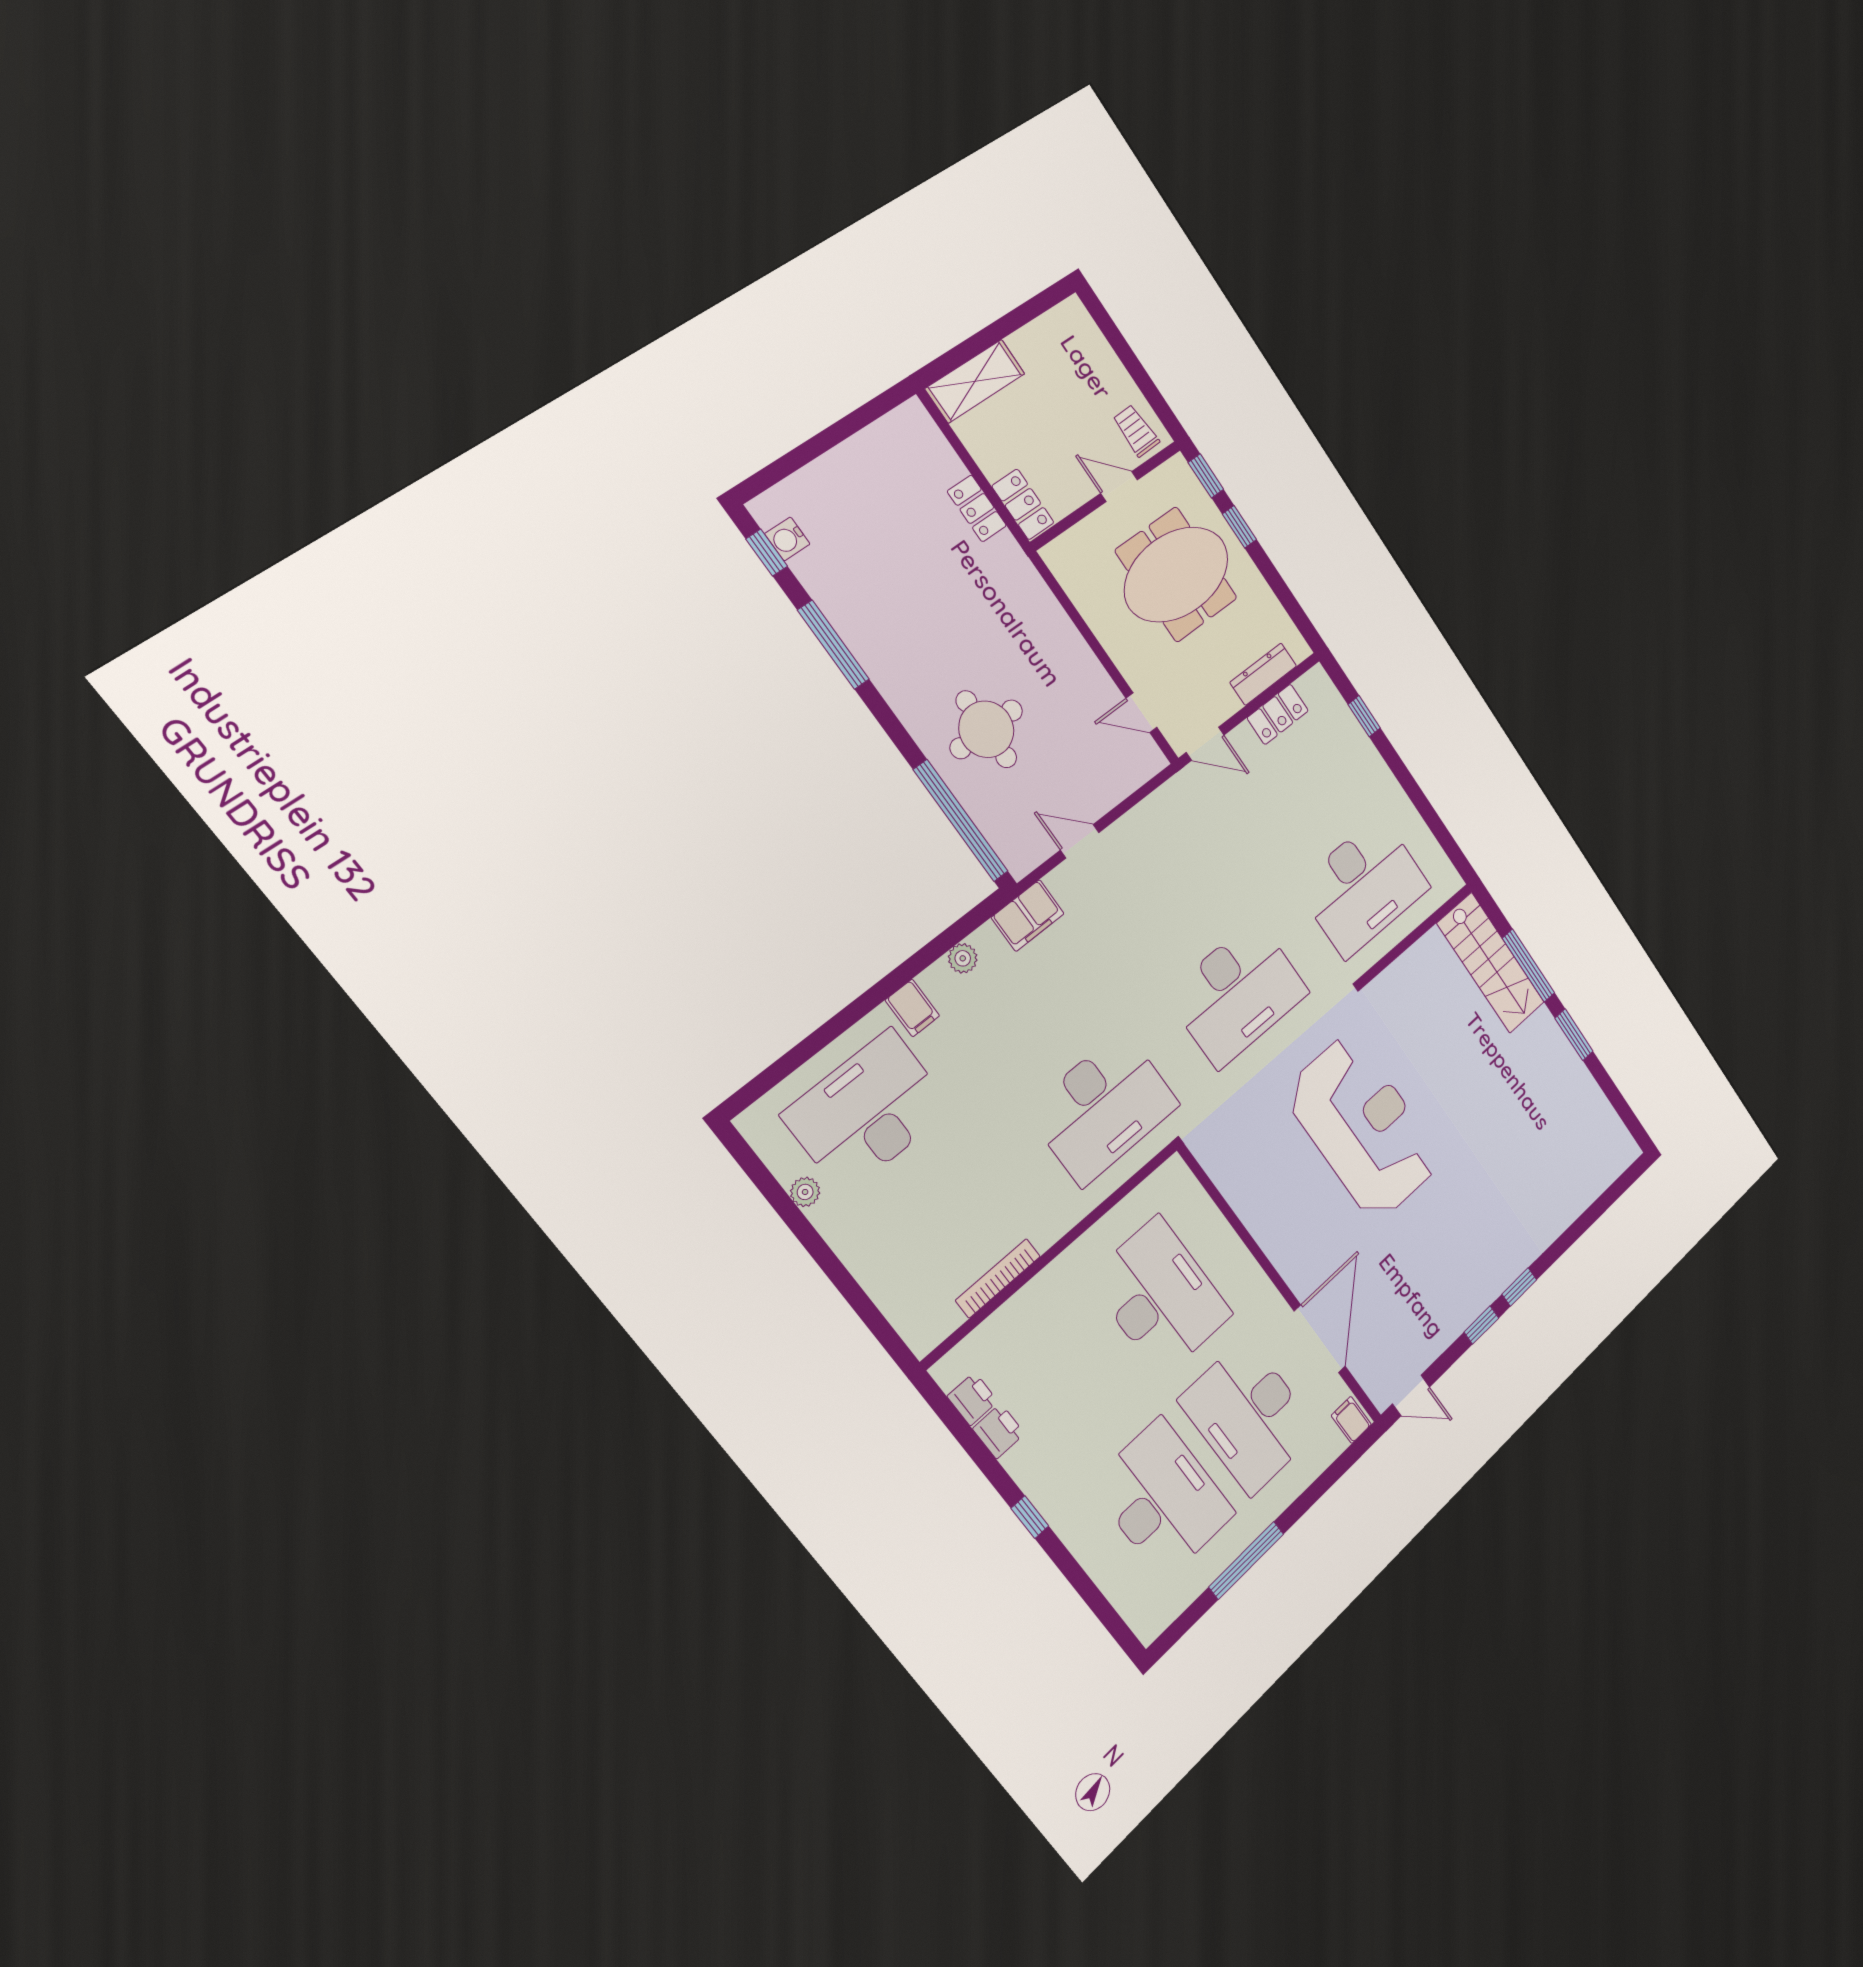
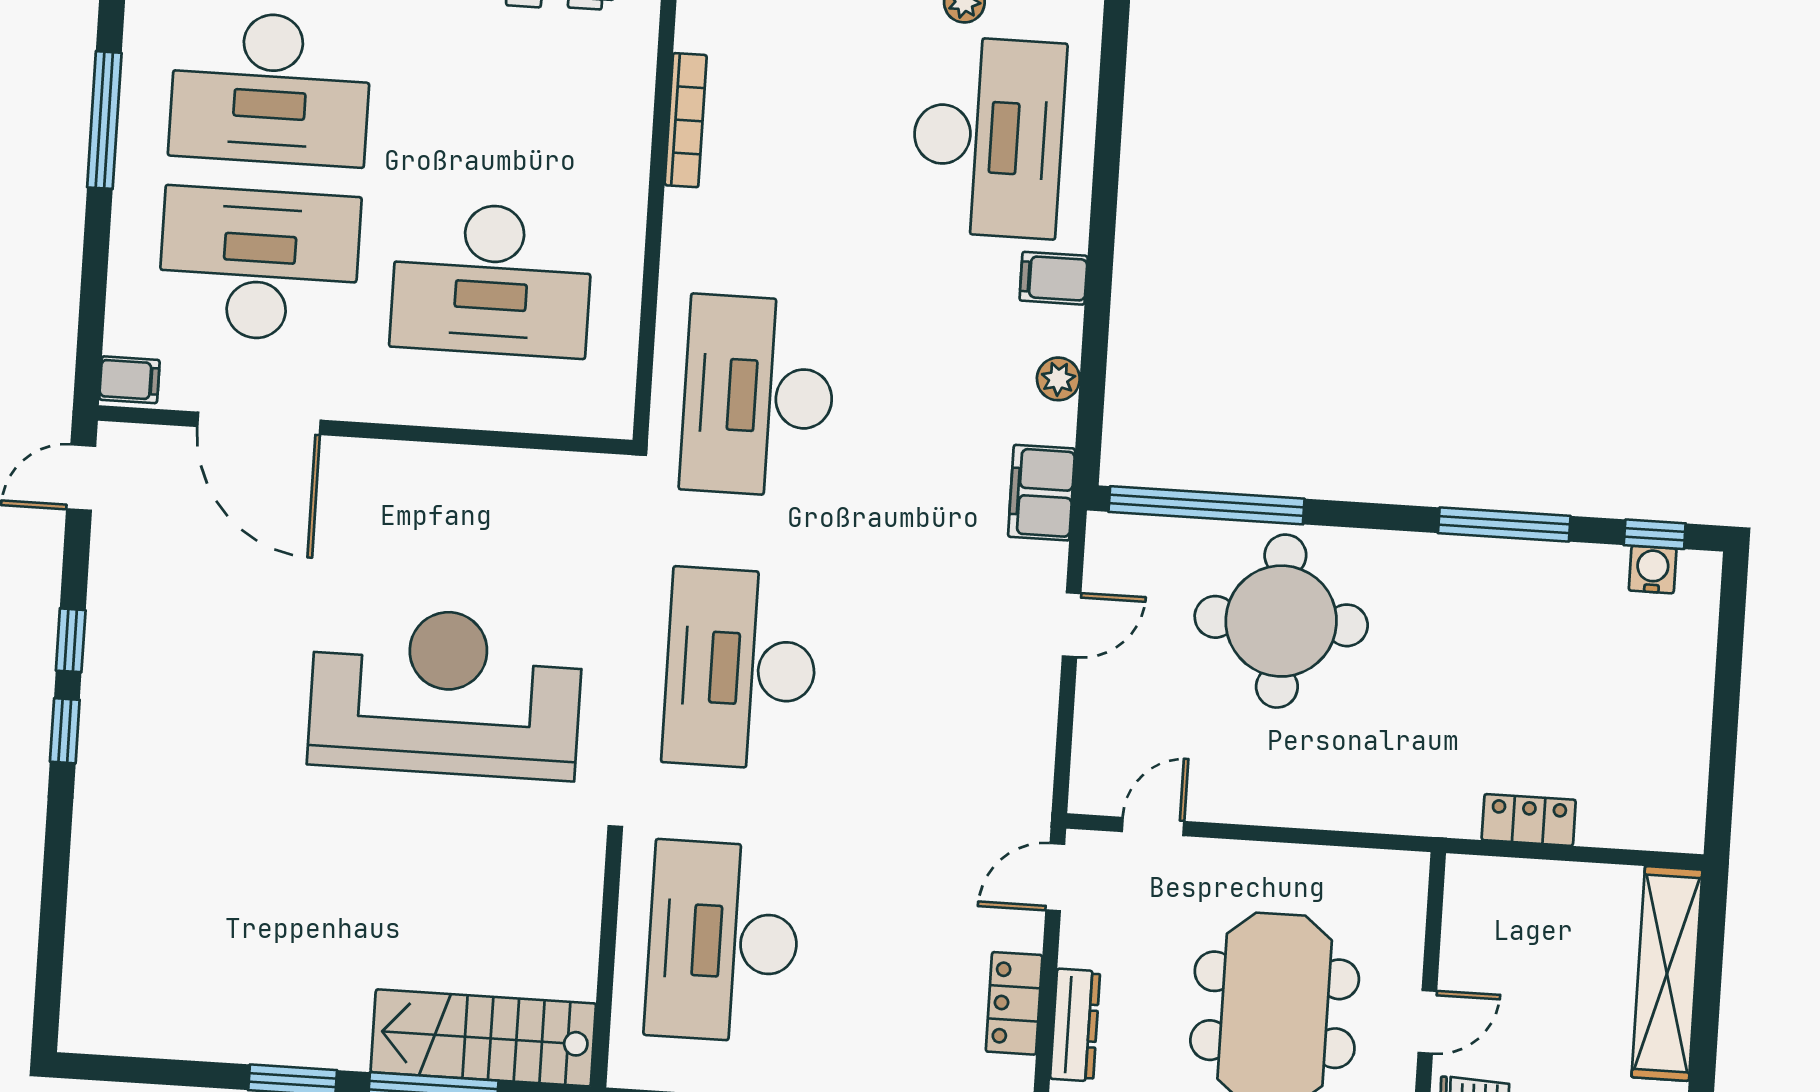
shelving: (975, 381) -> (1667, 974), width x1.47
locker: (1023, 504) -> (1493, 881), removed
round table: (986, 729) -> (1281, 621), width x1.36, depth x1.36
reception desk: (1363, 1127) -> (446, 693), turned 180

